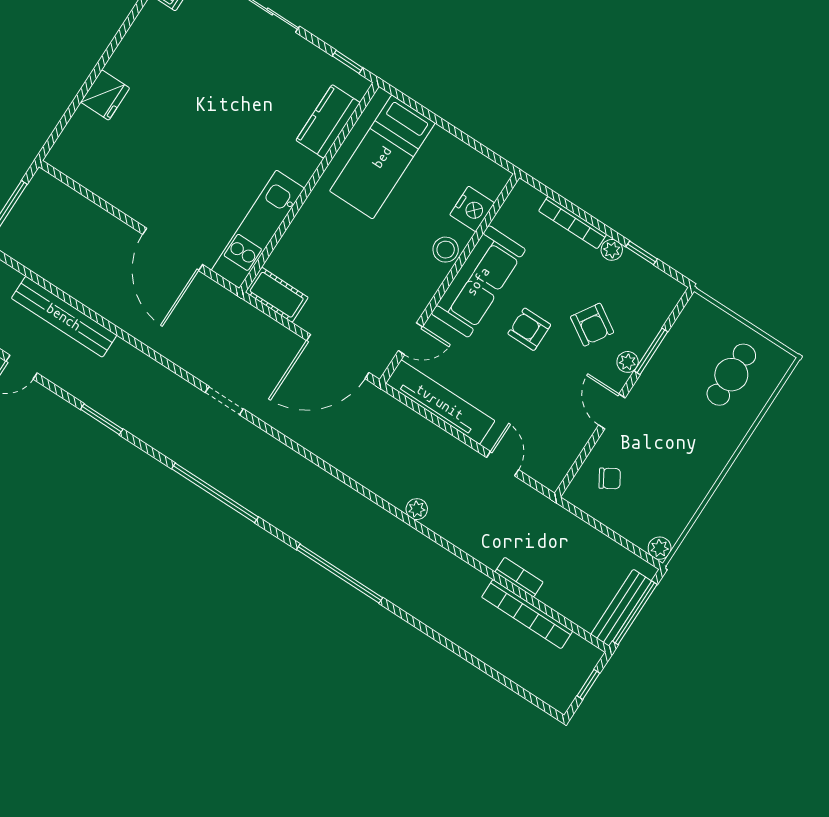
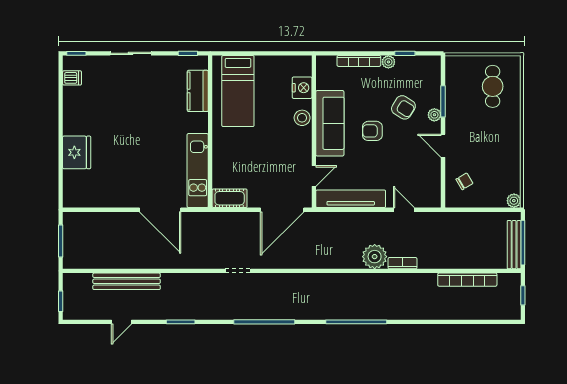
fridge: (105, 95) -> (77, 152), width x1.36, depth x1.34
plant: (417, 509) -> (375, 257), width x1.88, depth x1.88
bookcase: (519, 577) -> (403, 263), moved

